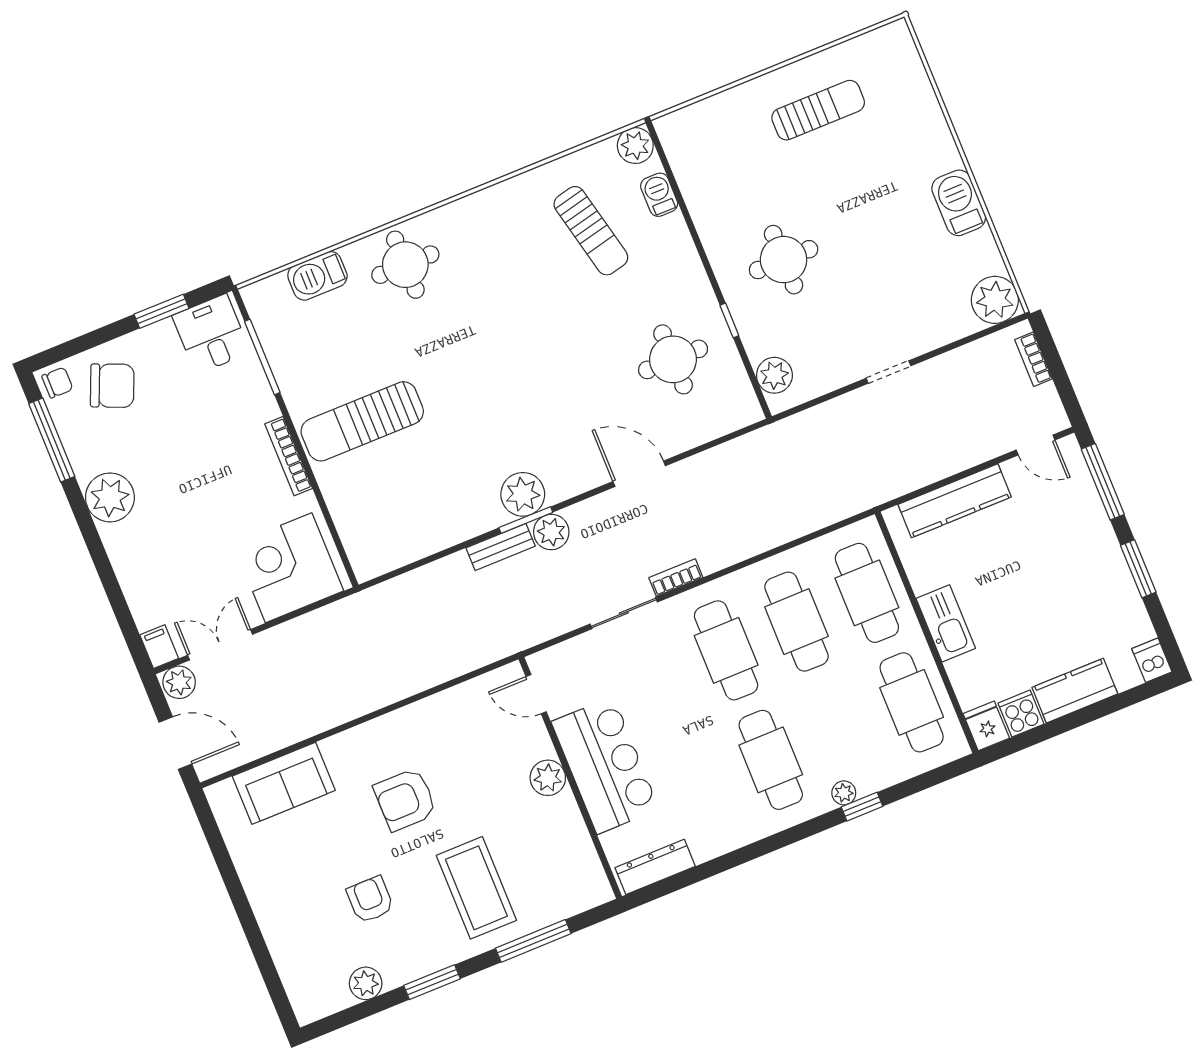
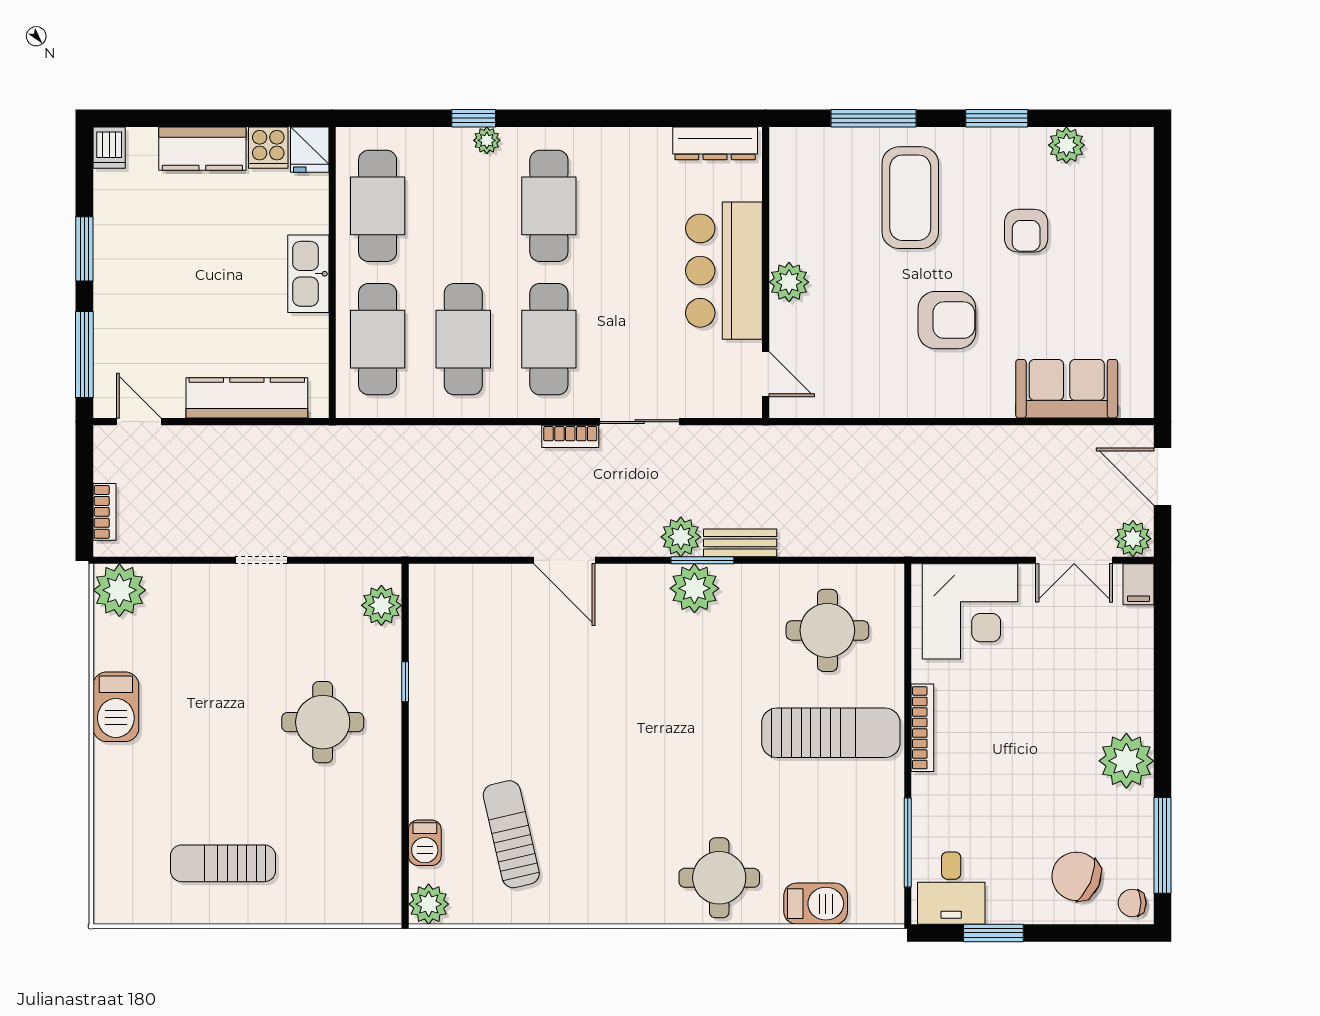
round table: (673, 359) -> (827, 630), moved

